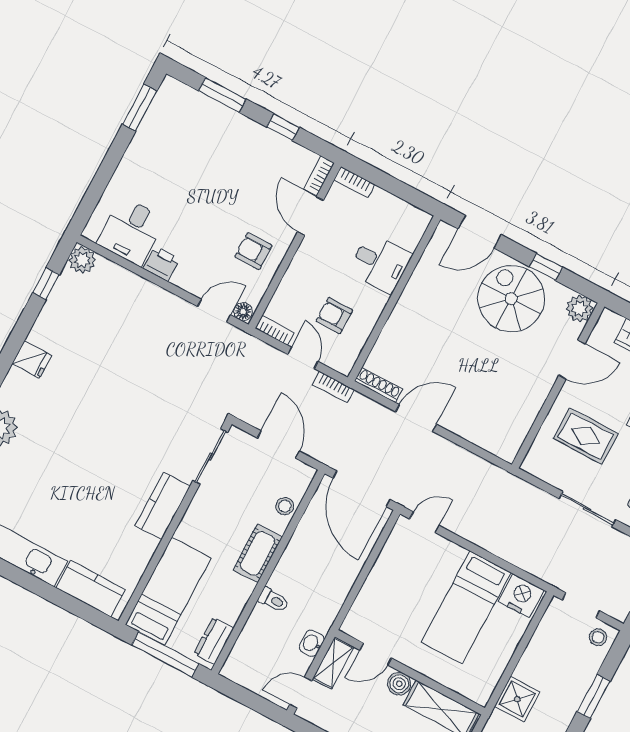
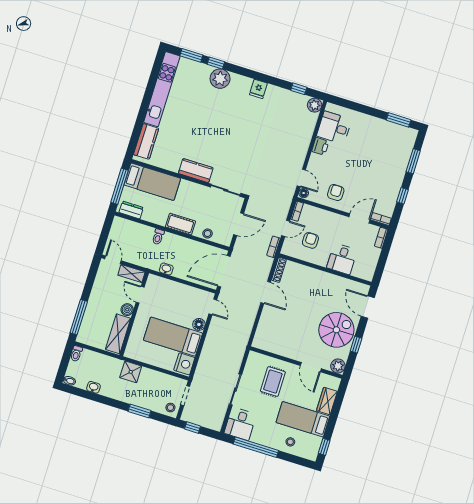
floor lamp: (452, 554) -> (199, 324), added
washbasin: (312, 643) -> (166, 269), moved

